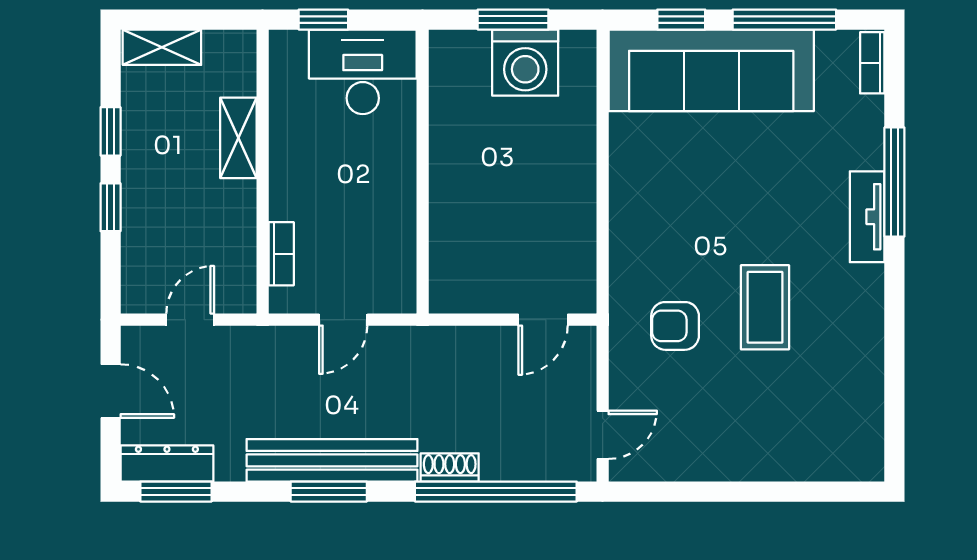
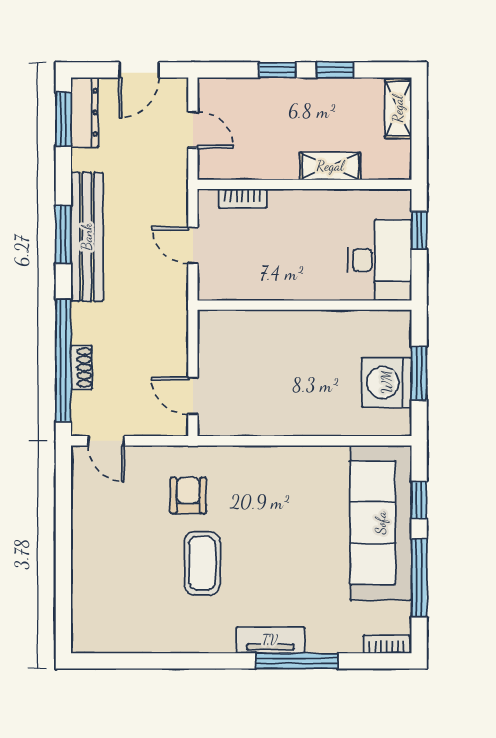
coffee table: (765, 307) -> (202, 563), turned 90
shoe rack: (450, 467) -> (81, 368), moved

